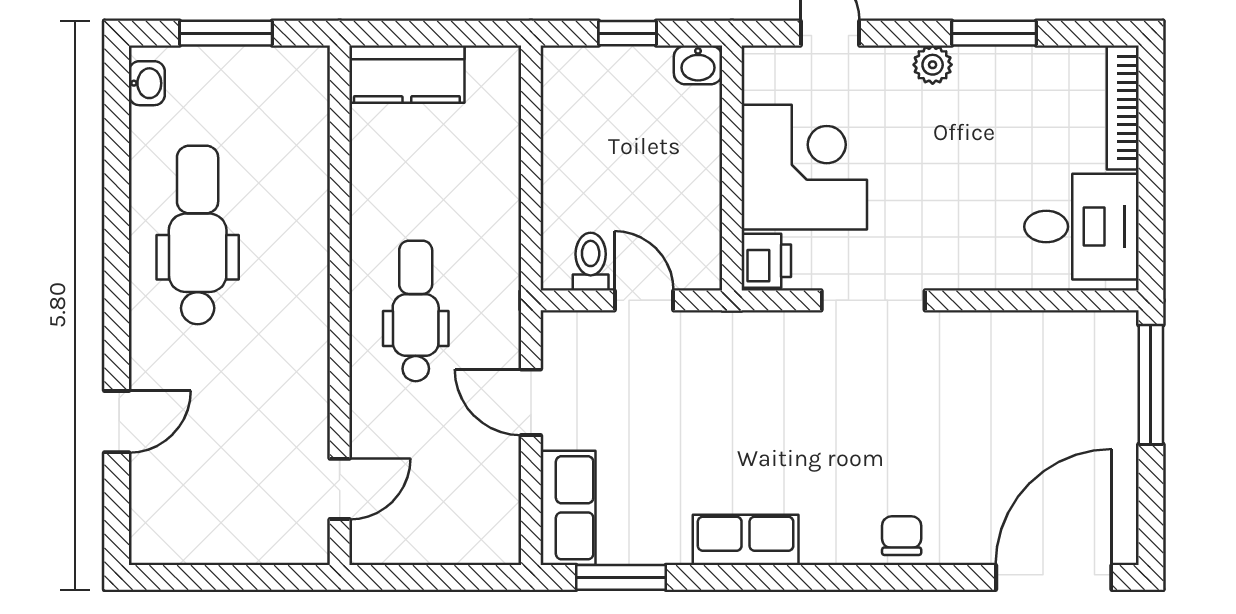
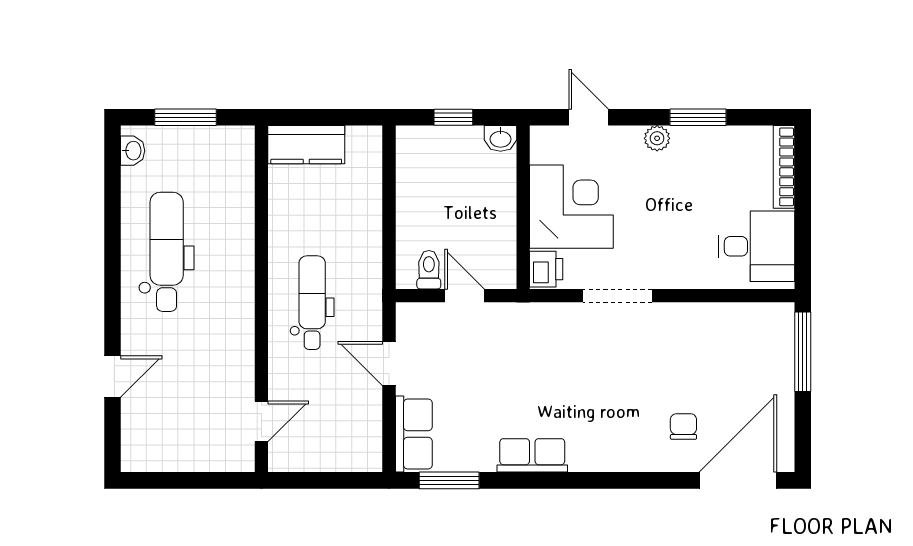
chair: (902, 536) -> (683, 426), moved

